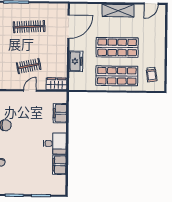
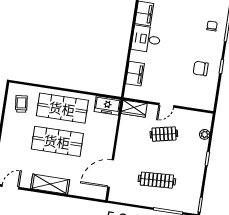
freezer: (76, 61) -> (107, 106), moved, turned -90

